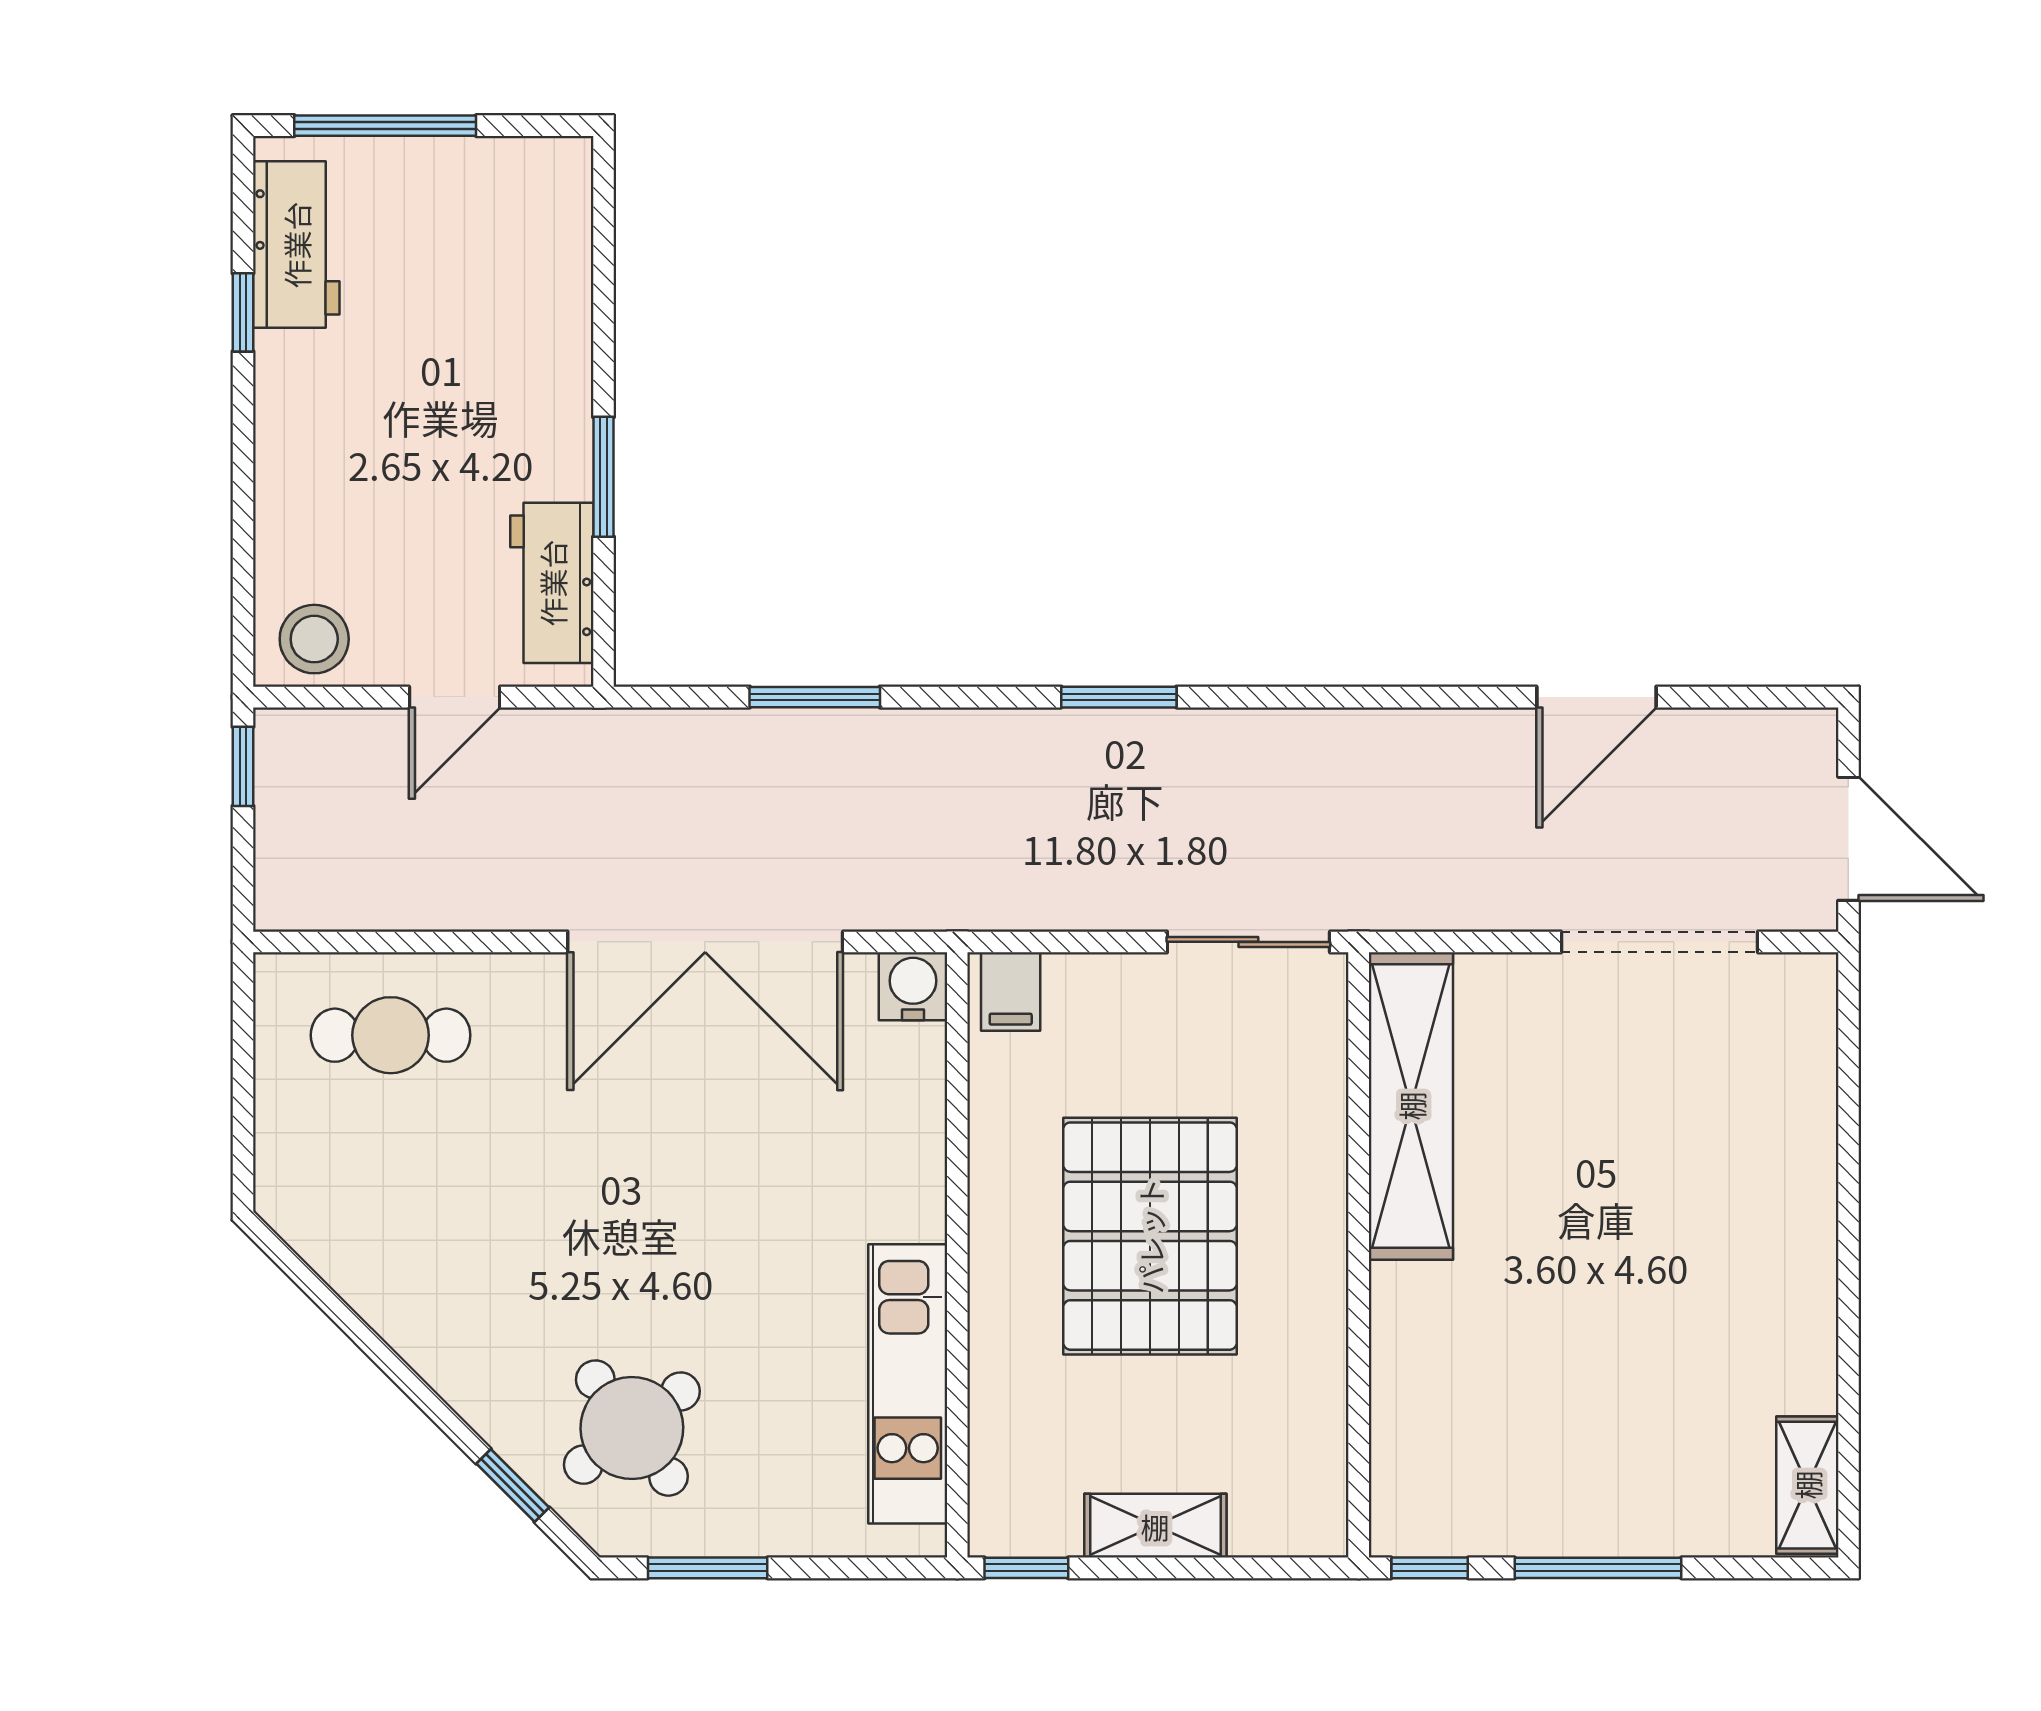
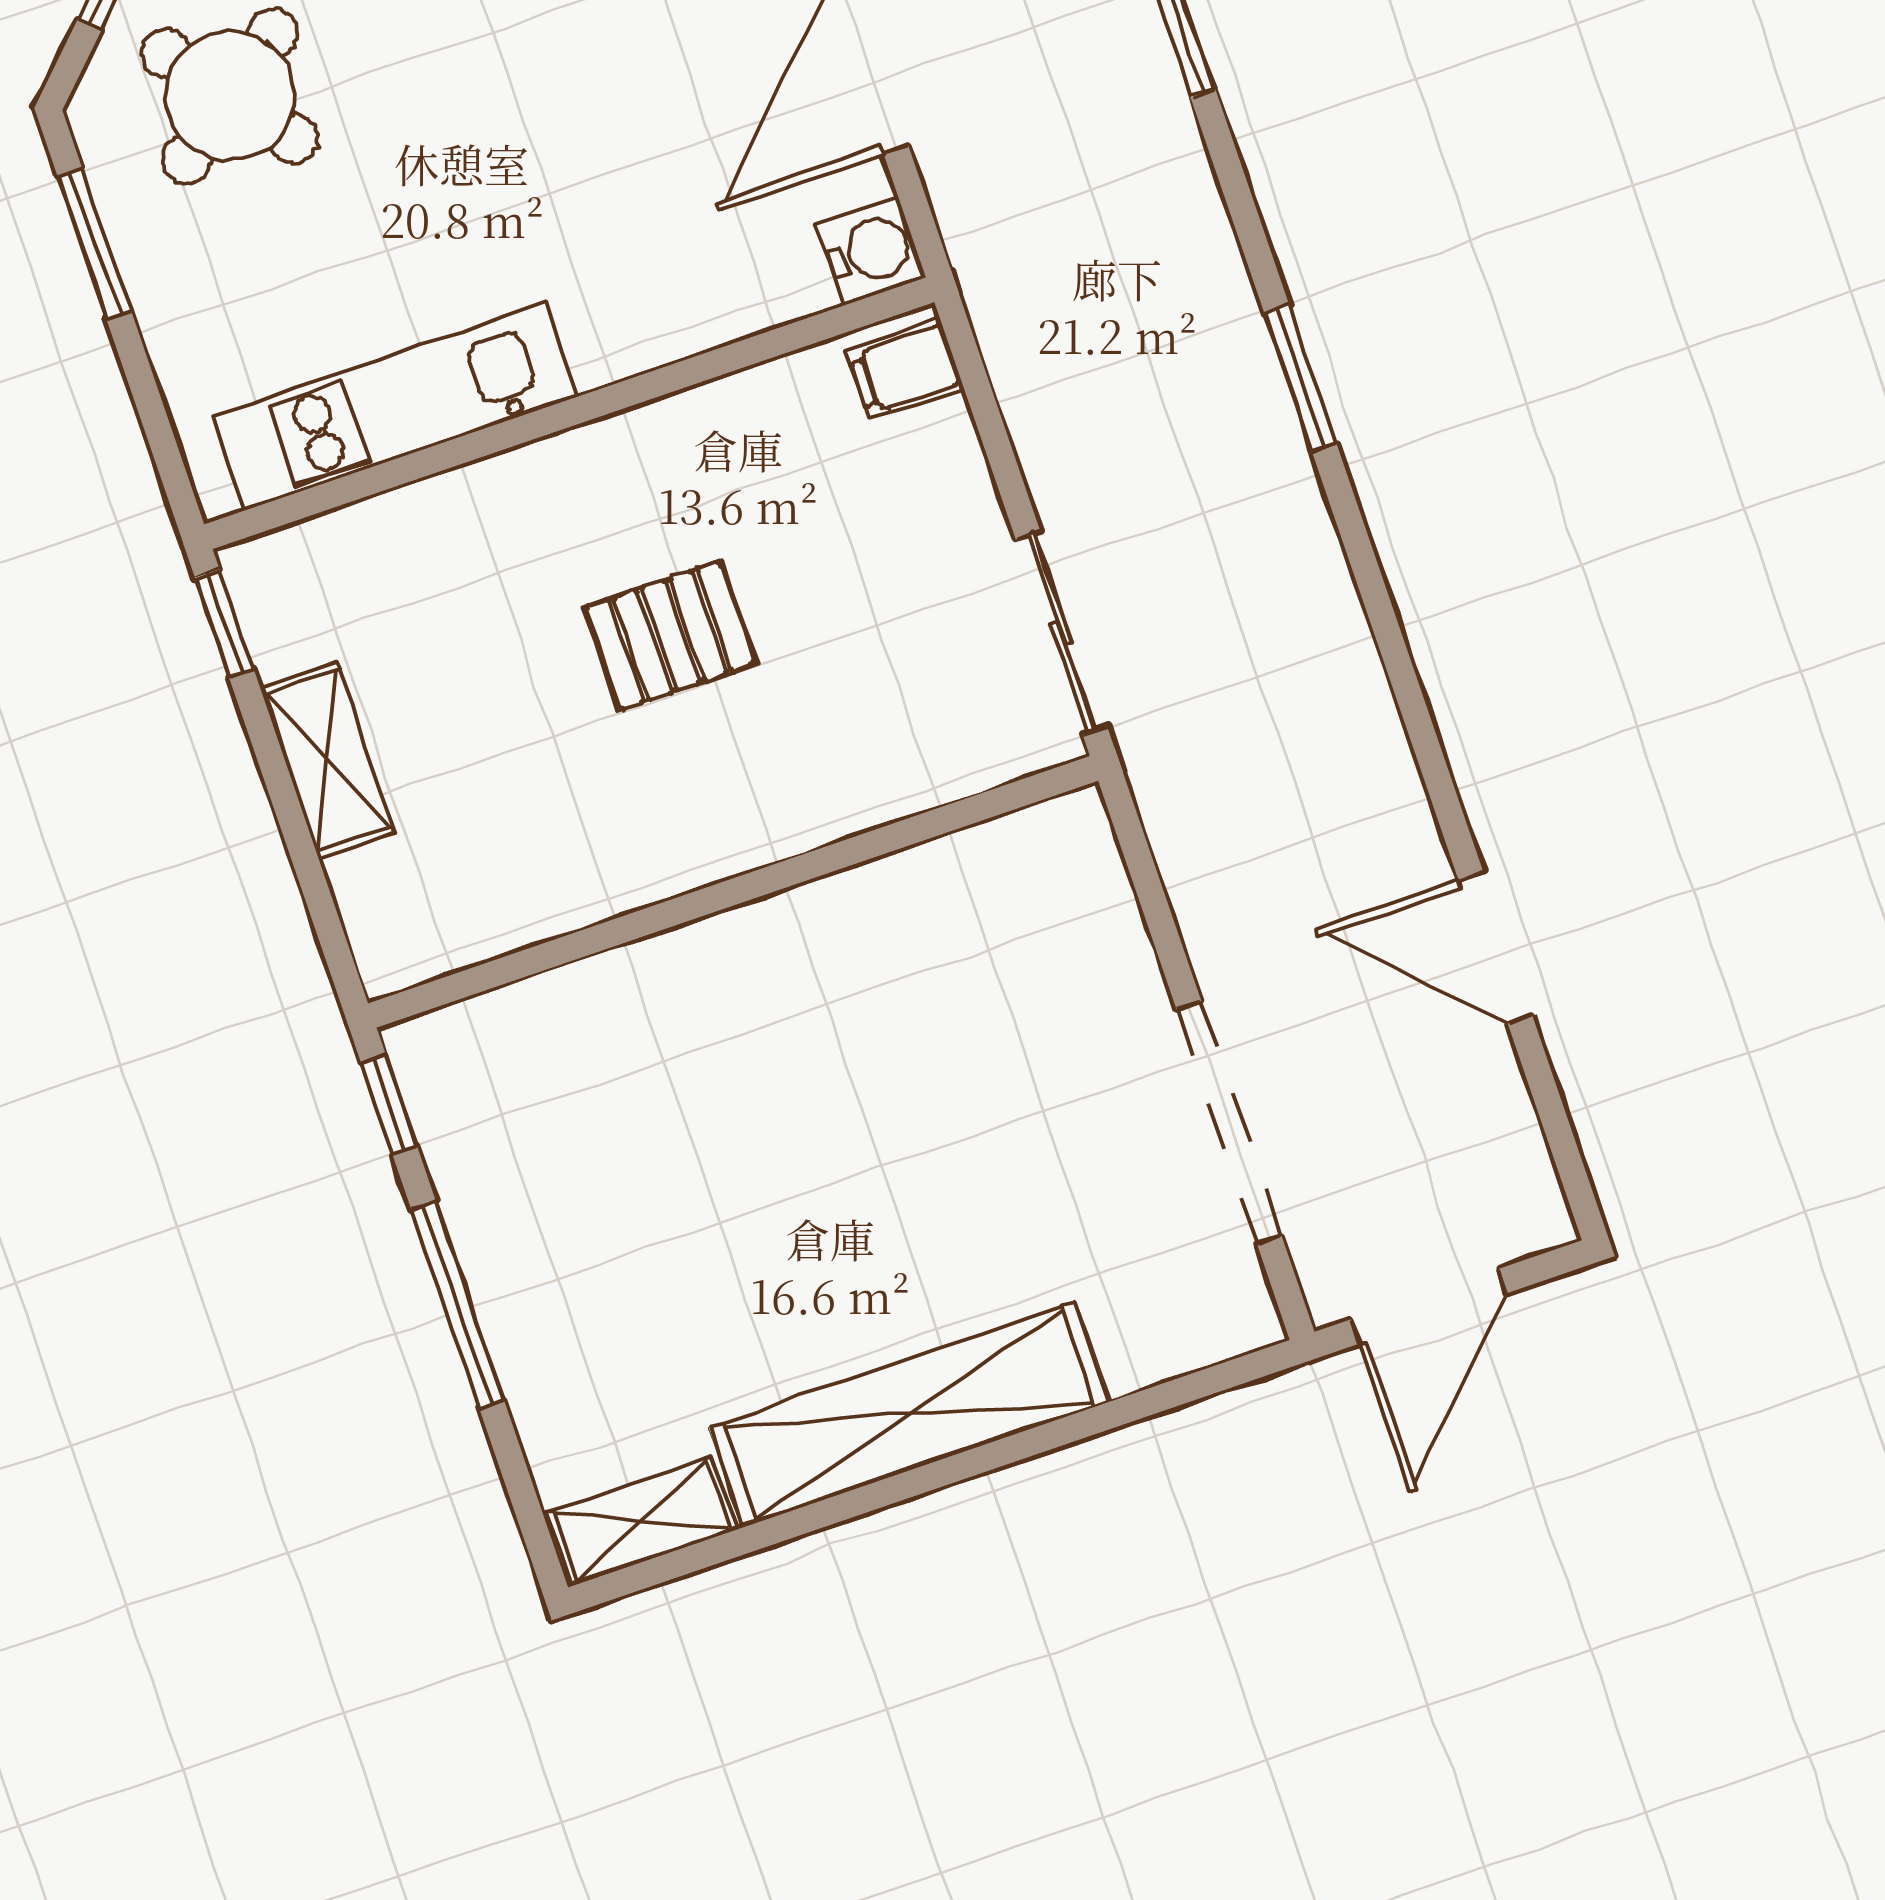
shelving: (1411, 1106) -> (909, 1415), moved
pallet: (1150, 1236) -> (670, 635), width x0.49, depth x0.50

